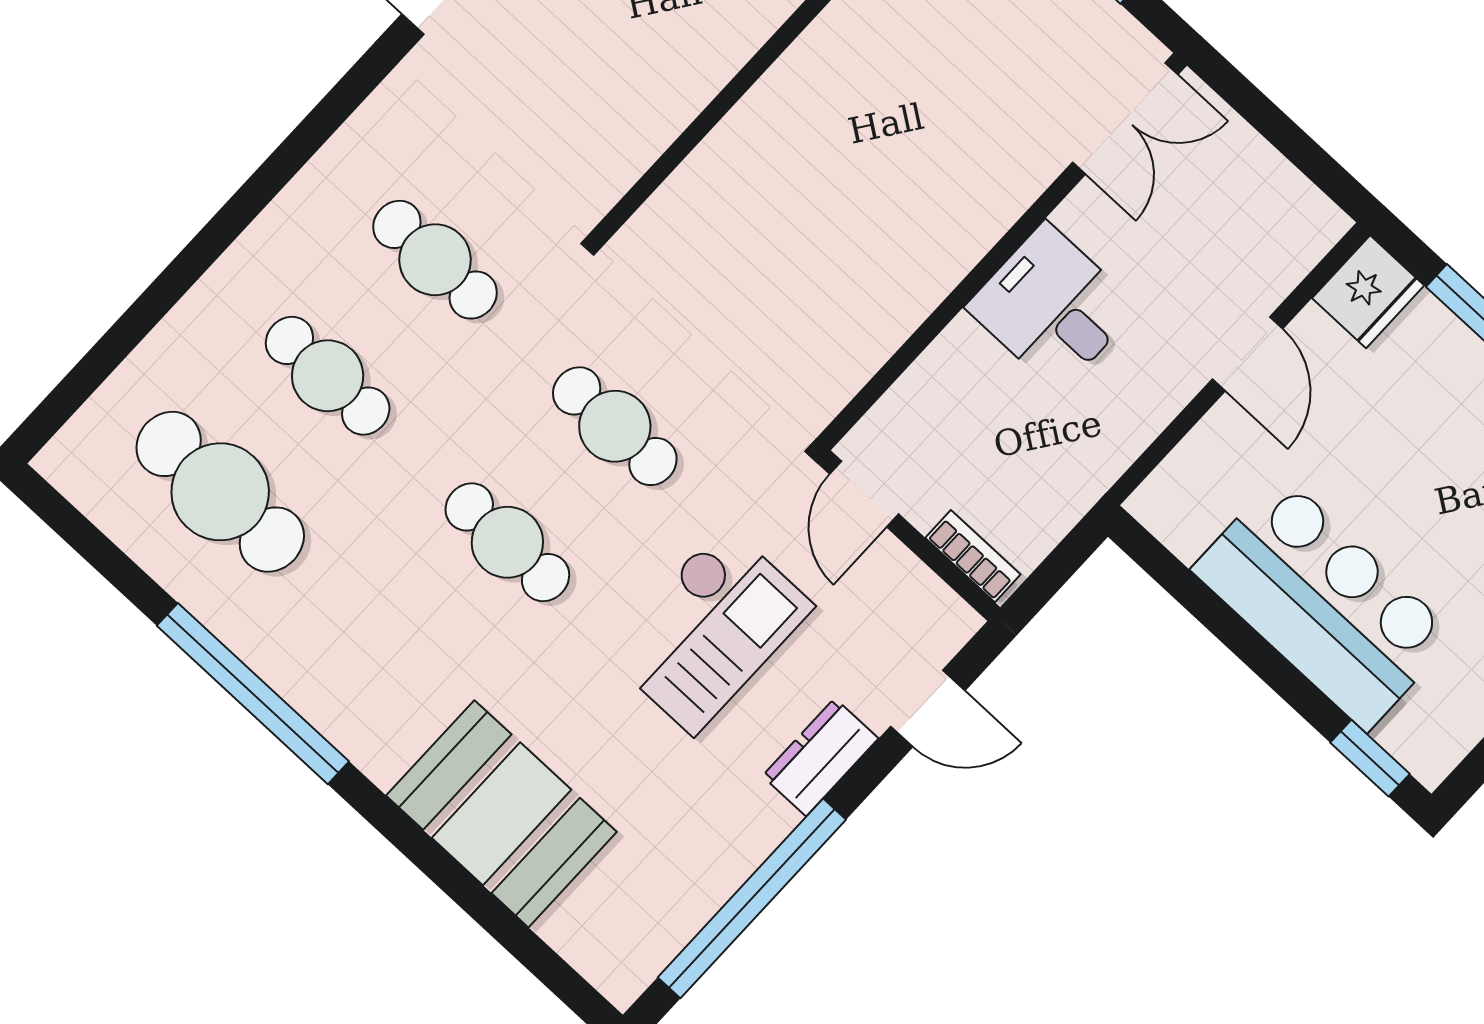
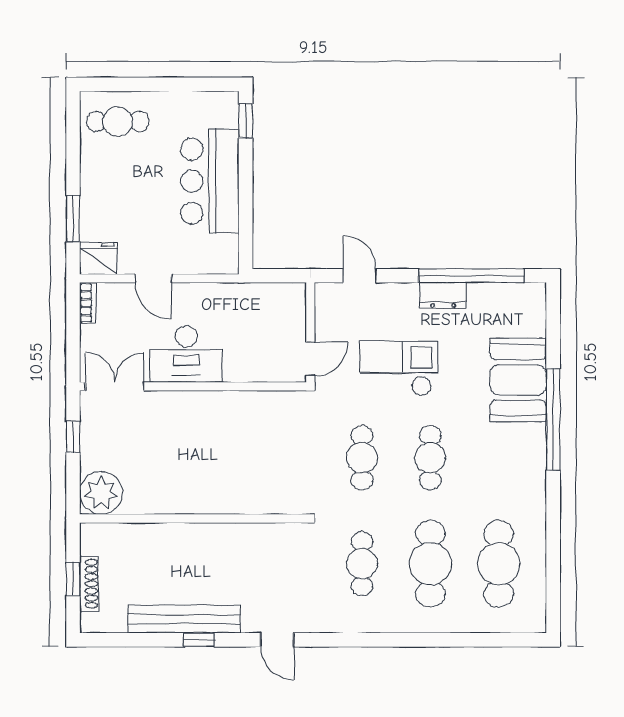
desk: (1052, 307) -> (186, 354), width x1.37
door: (1247, 354) -> (153, 278), swing flipped
cafe table: (328, 376) -> (430, 564), width x1.37, depth x1.35
bookcase: (973, 556) -> (88, 303), moved, turned 180
window: (253, 694) -> (553, 419), moved
dresser: (820, 757) -> (443, 295), moved

